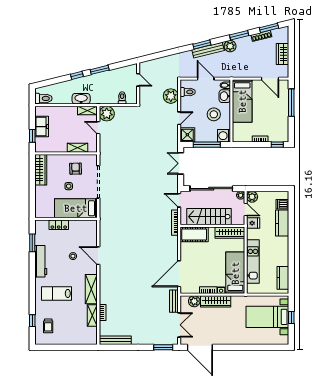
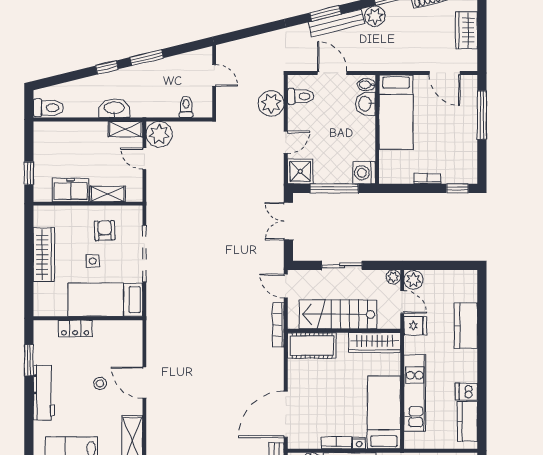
stool: (214, 114) -> (346, 136), removed
freezer: (42, 127) -> (71, 190), moved, turned -90
wardrobe: (41, 170) -> (44, 255), moved
sliding door: (211, 189) -> (342, 265), width x0.54
dishwasher: (282, 204) -> (466, 392), moved

